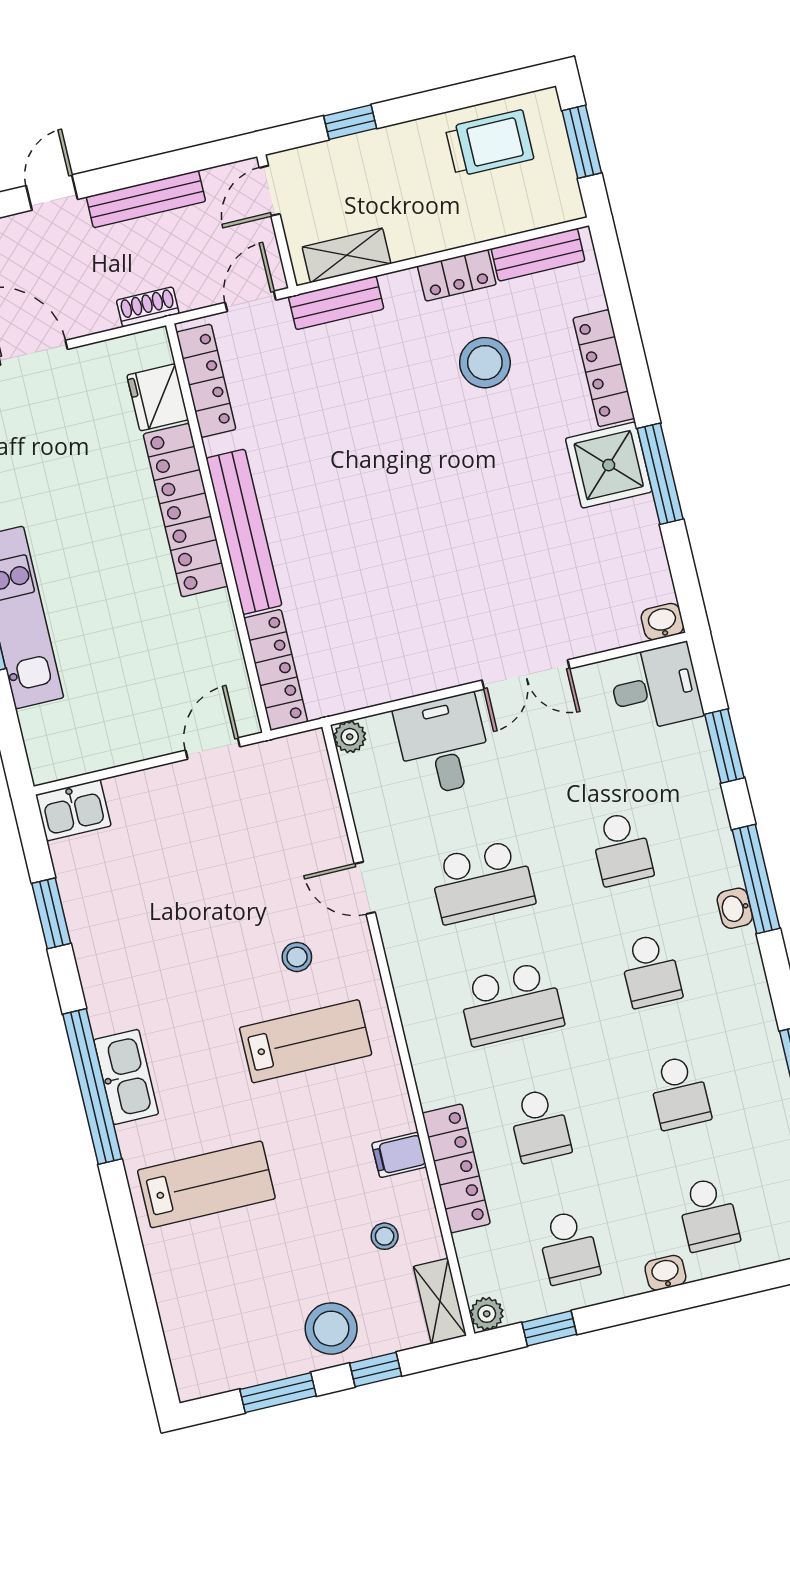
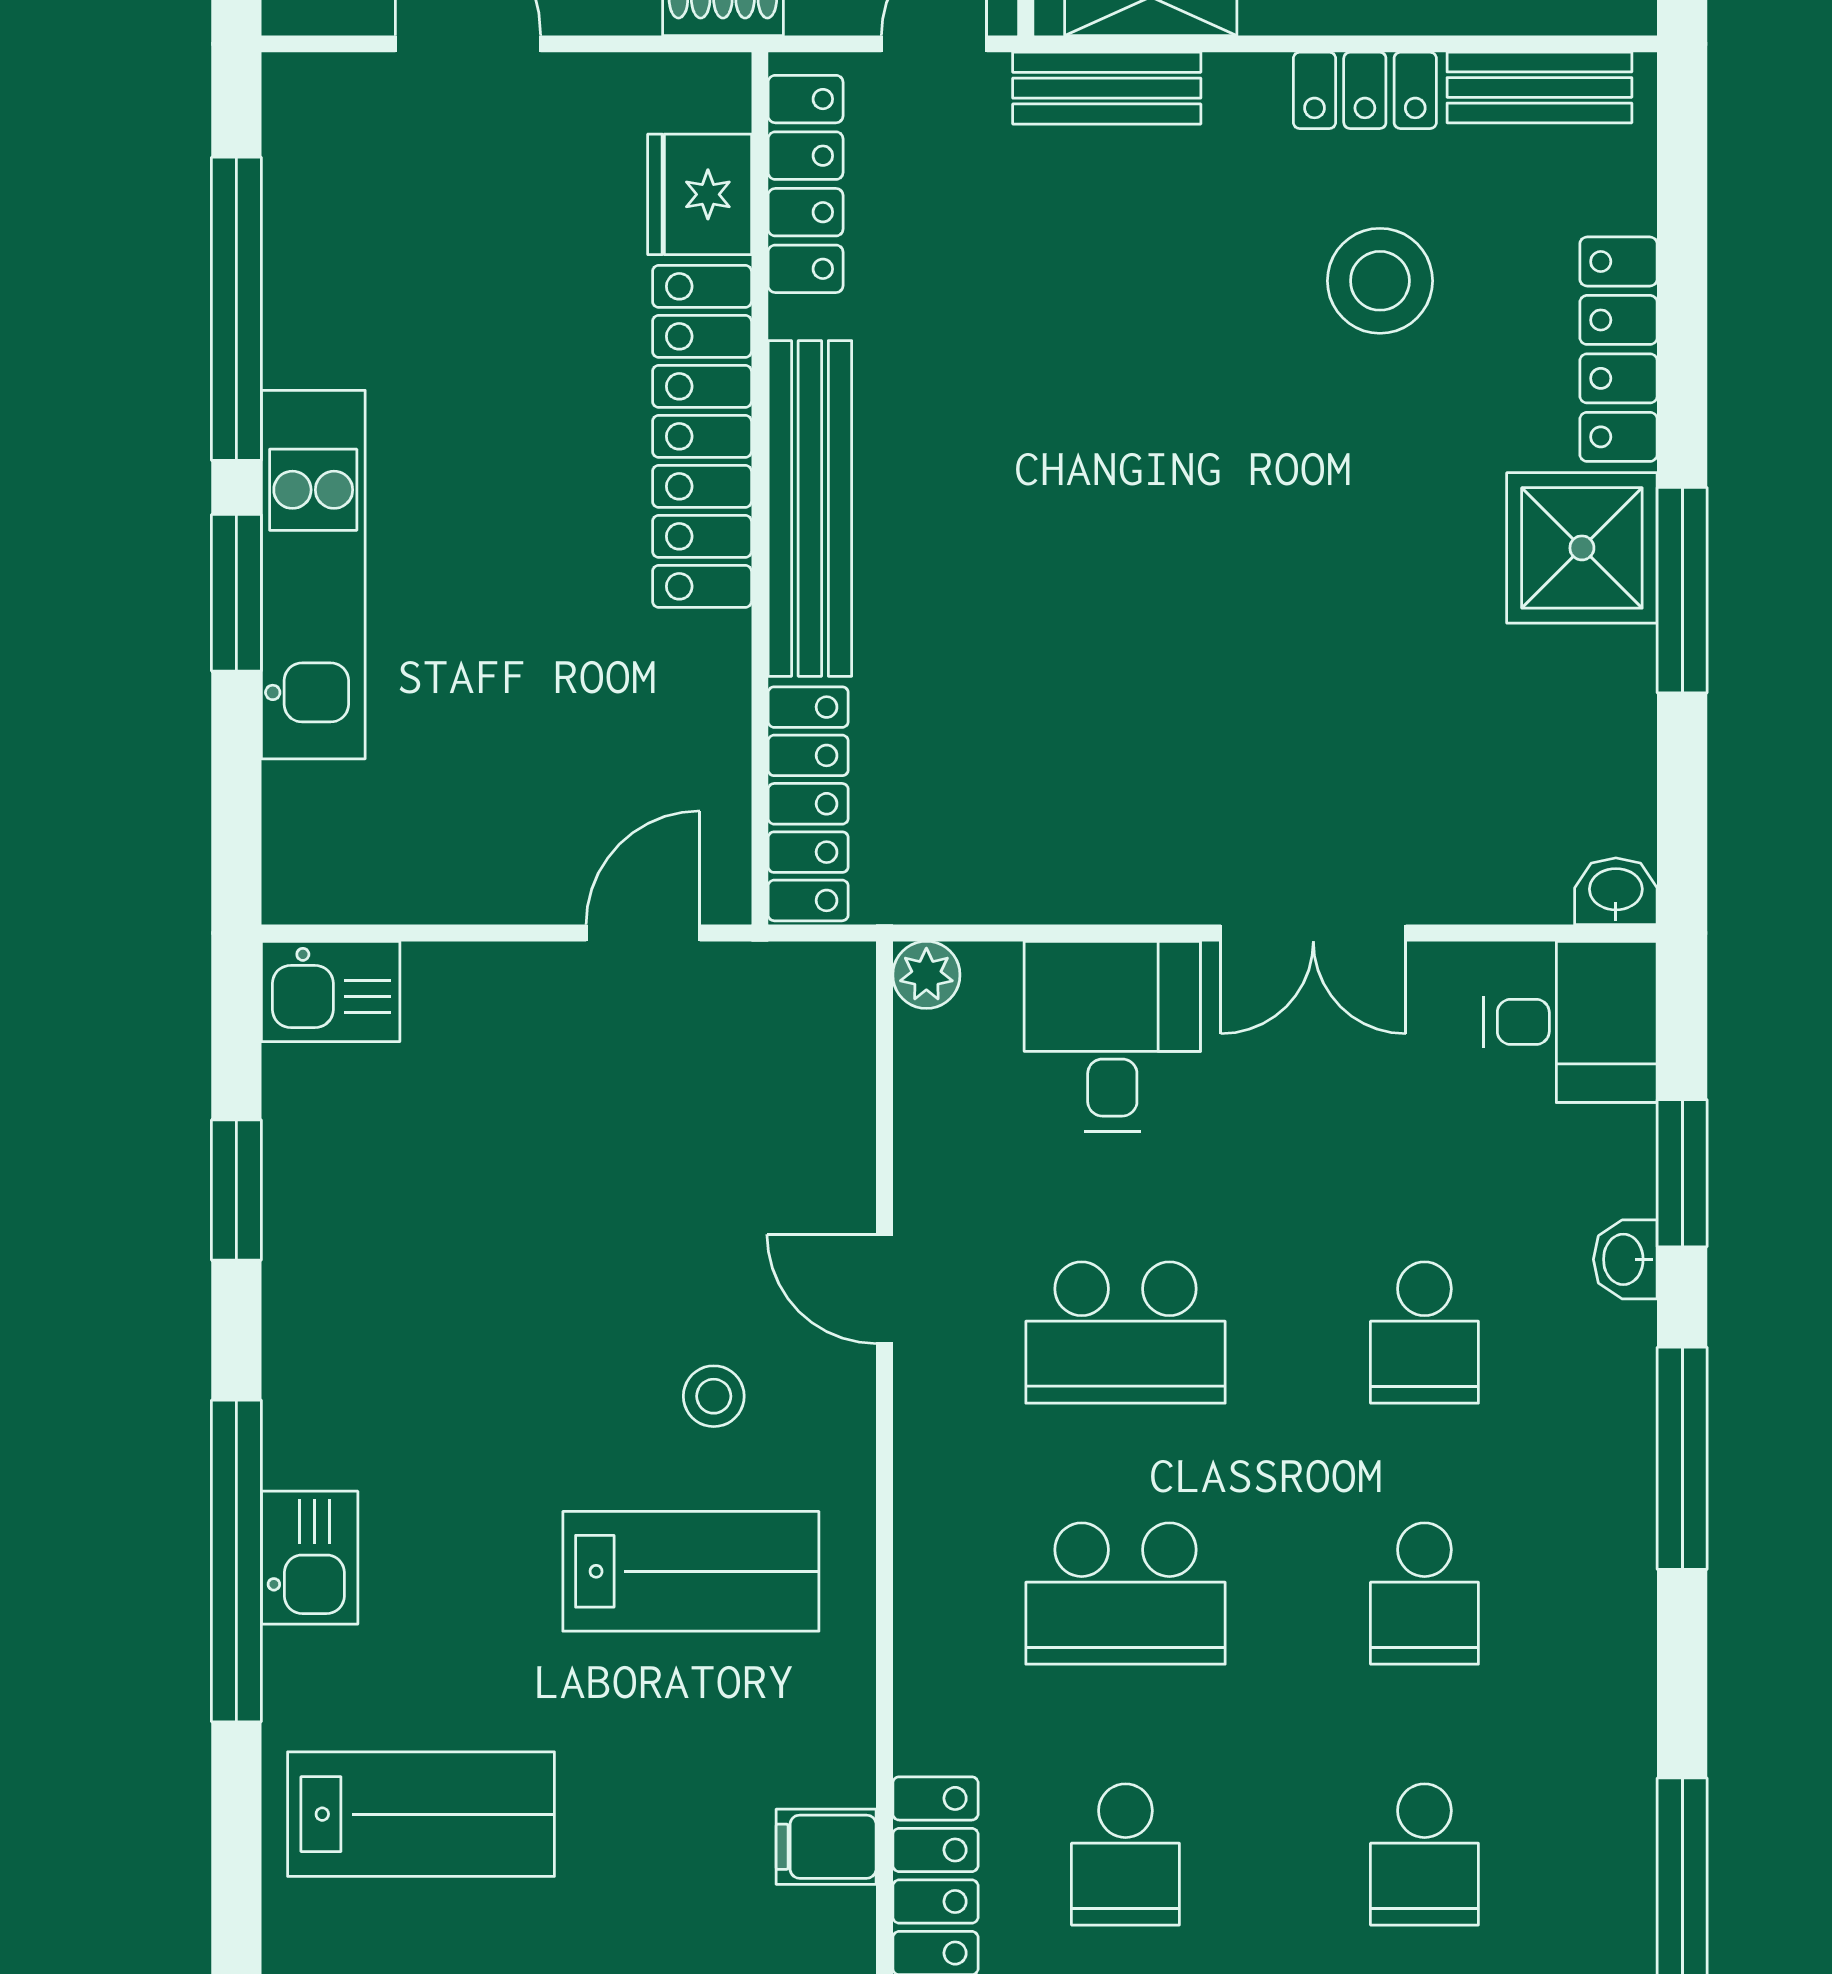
washbasin: (735, 908) -> (1625, 1259), moved
kitchen sink: (126, 1077) -> (310, 1558), width x0.73

